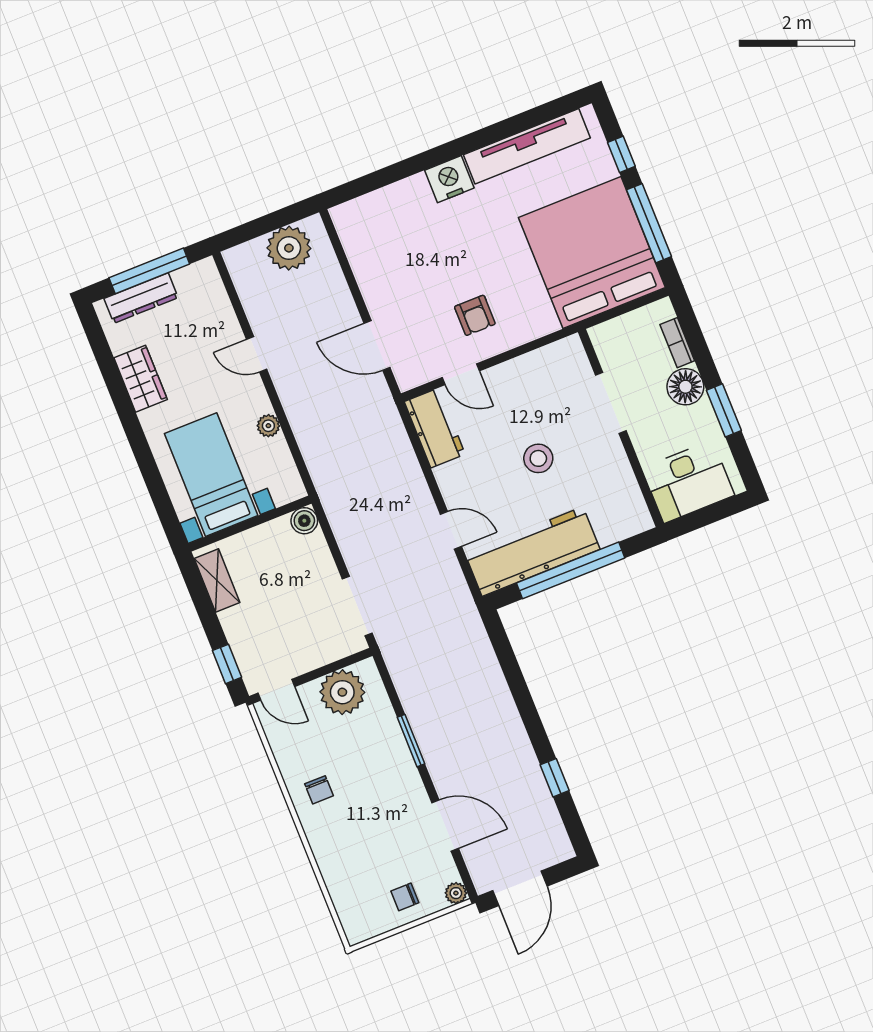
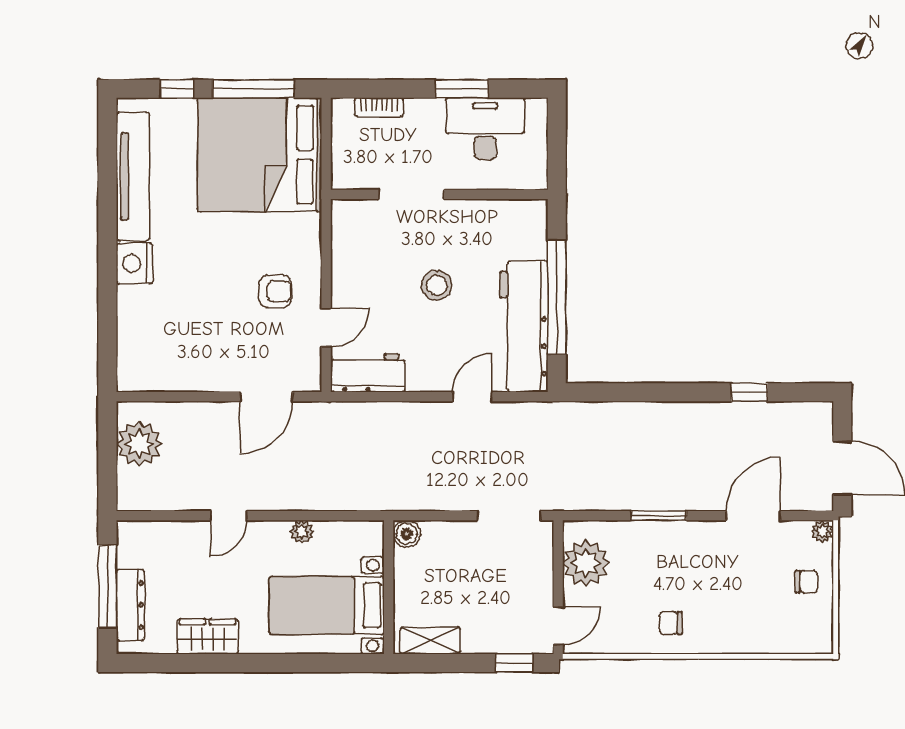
floor lamp: (685, 387) -> (424, 117), removed
desk: (688, 482) -> (485, 129), moved, turned -90
chair: (319, 790) -> (671, 623), turned 180
chair: (405, 897) -> (806, 582), turned -90

